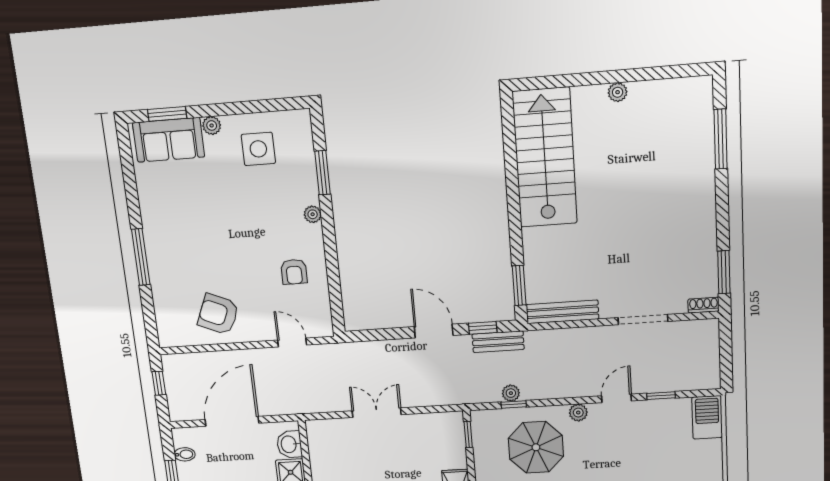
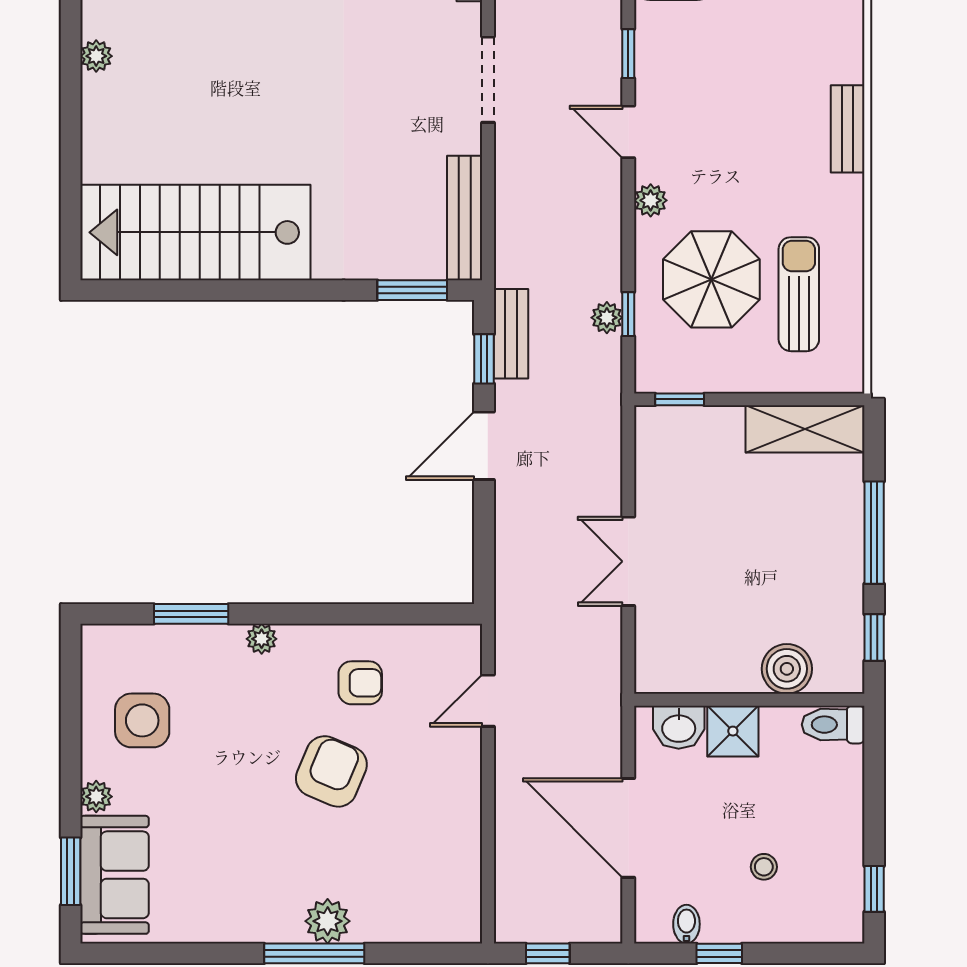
plant: (618, 92) -> (96, 56), moved
plant: (159, 263) -> (328, 921), added
armchair: (218, 314) -> (331, 771), moved, turned 180

